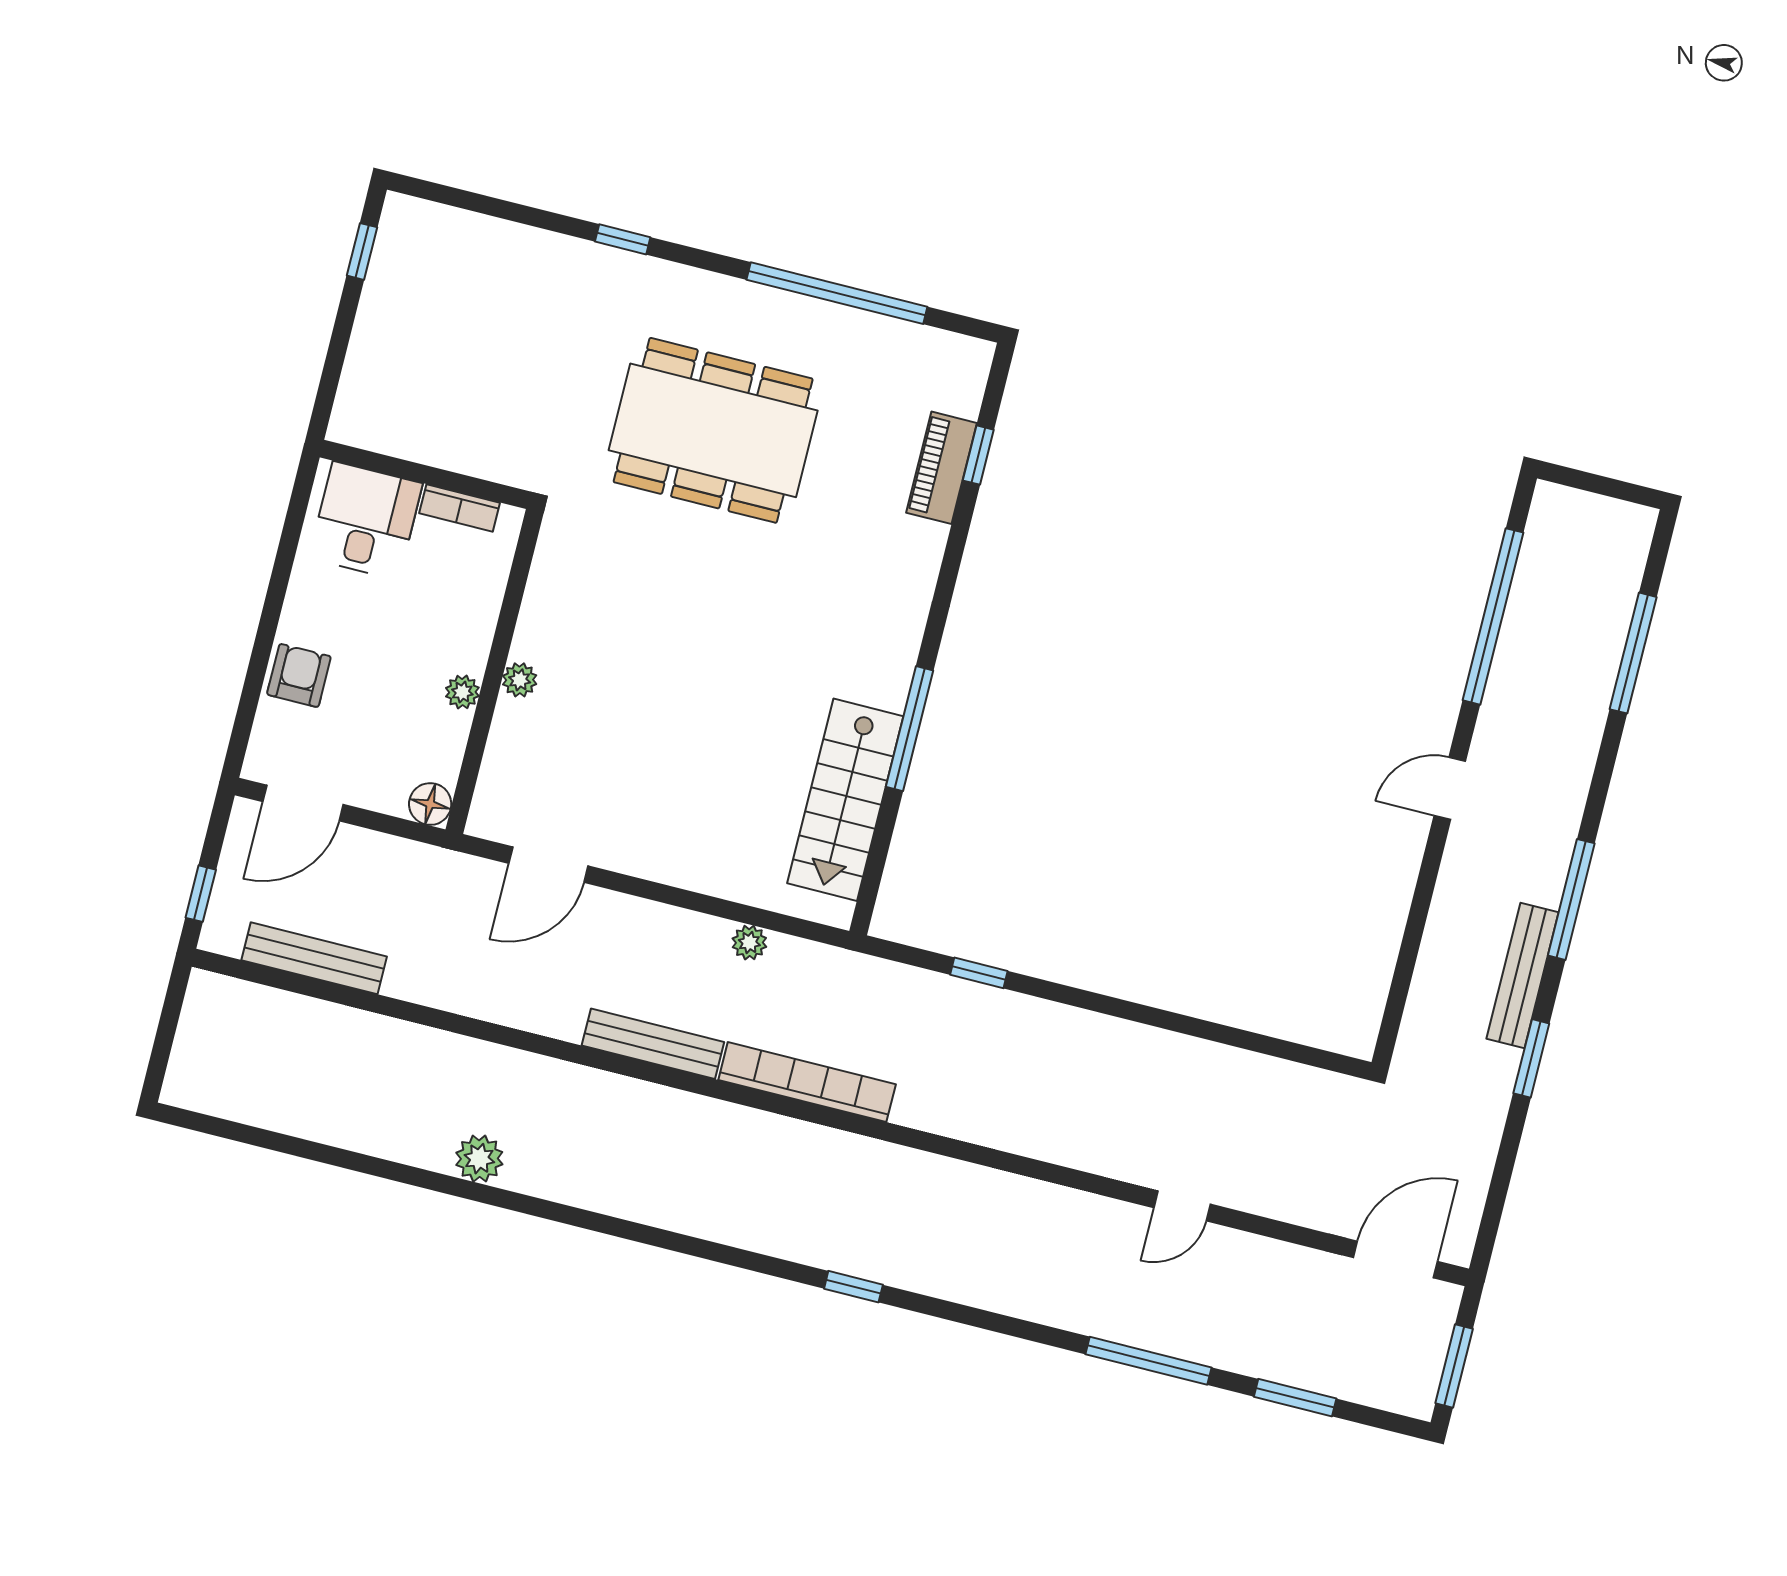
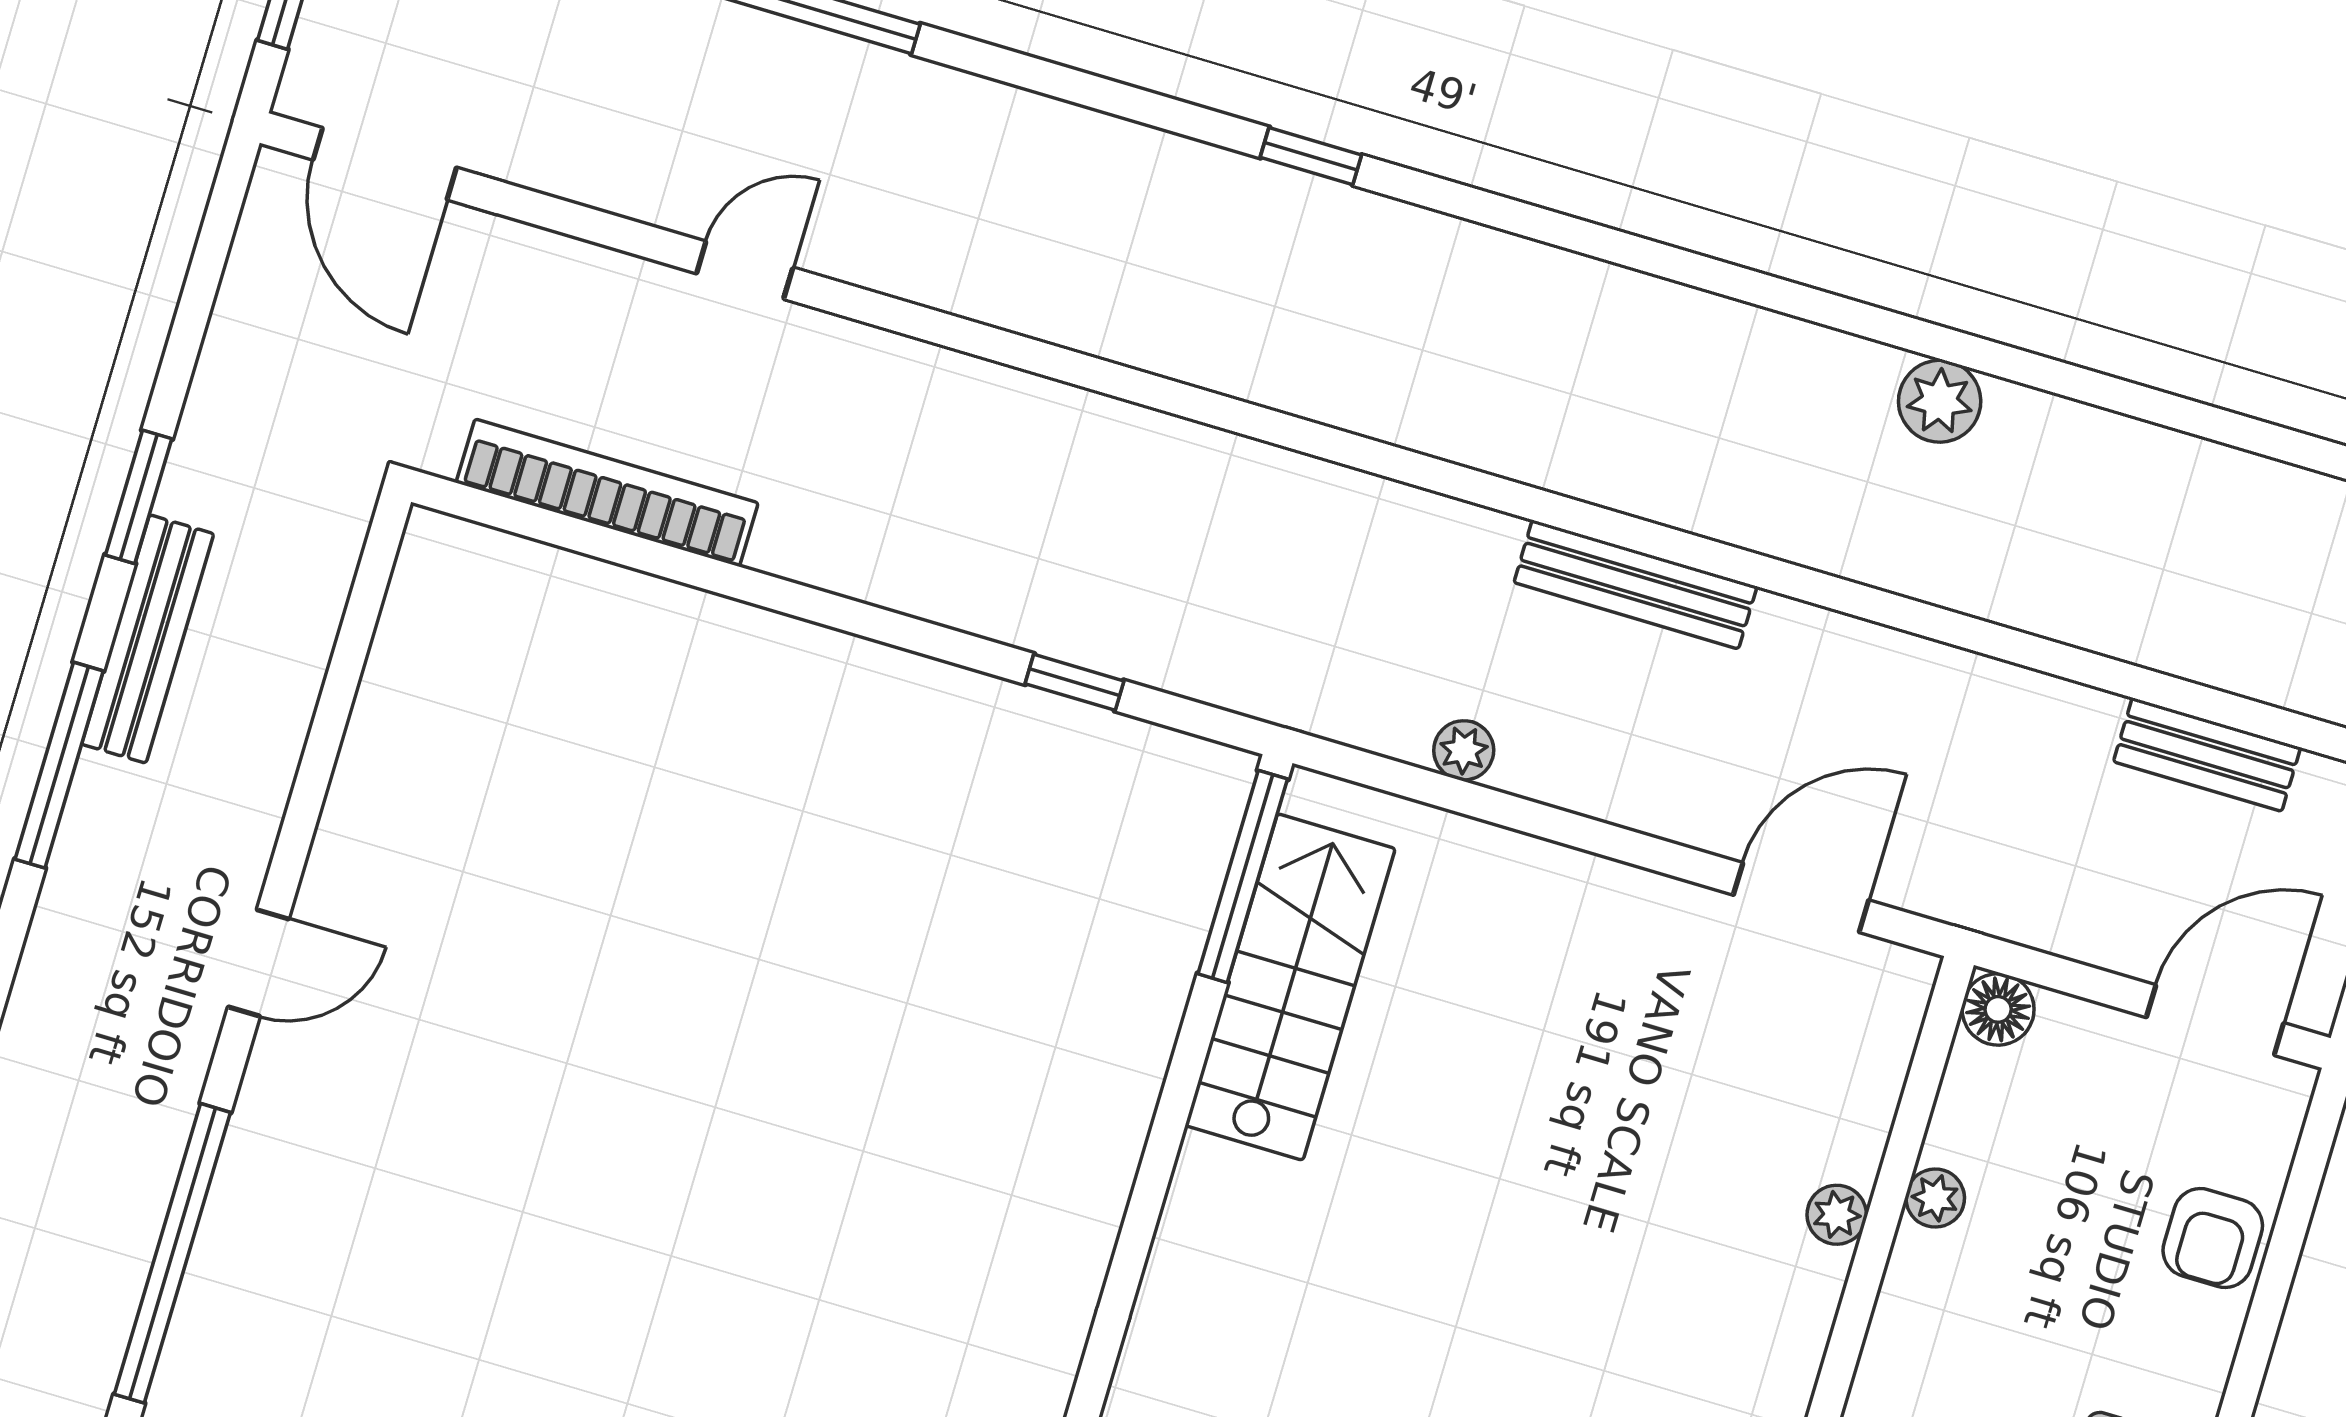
window: (909, 729) -> (1243, 876), moved
bench: (314, 958) -> (2207, 755), width x0.73
bookcase: (807, 1082) -> (607, 493), moved, turned 180
door: (1395, 1259) -> (385, 164), hinge flipped

